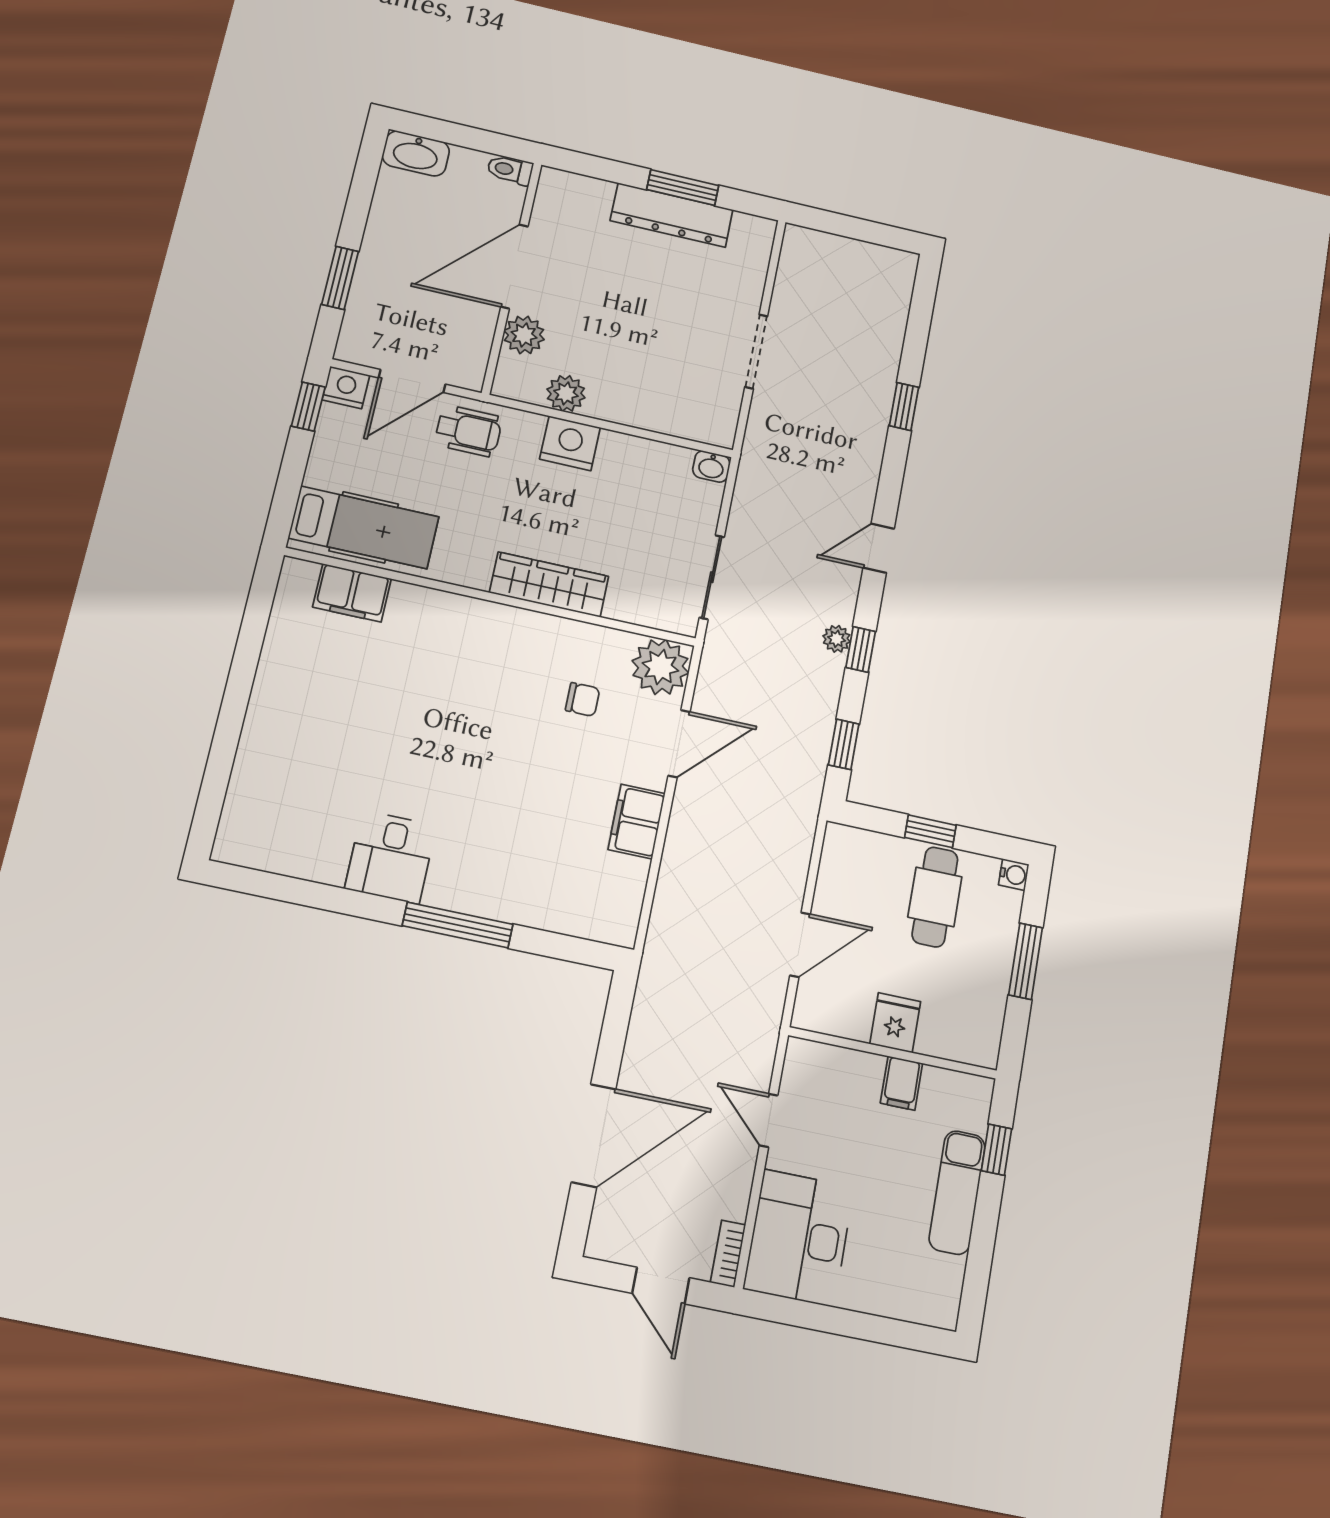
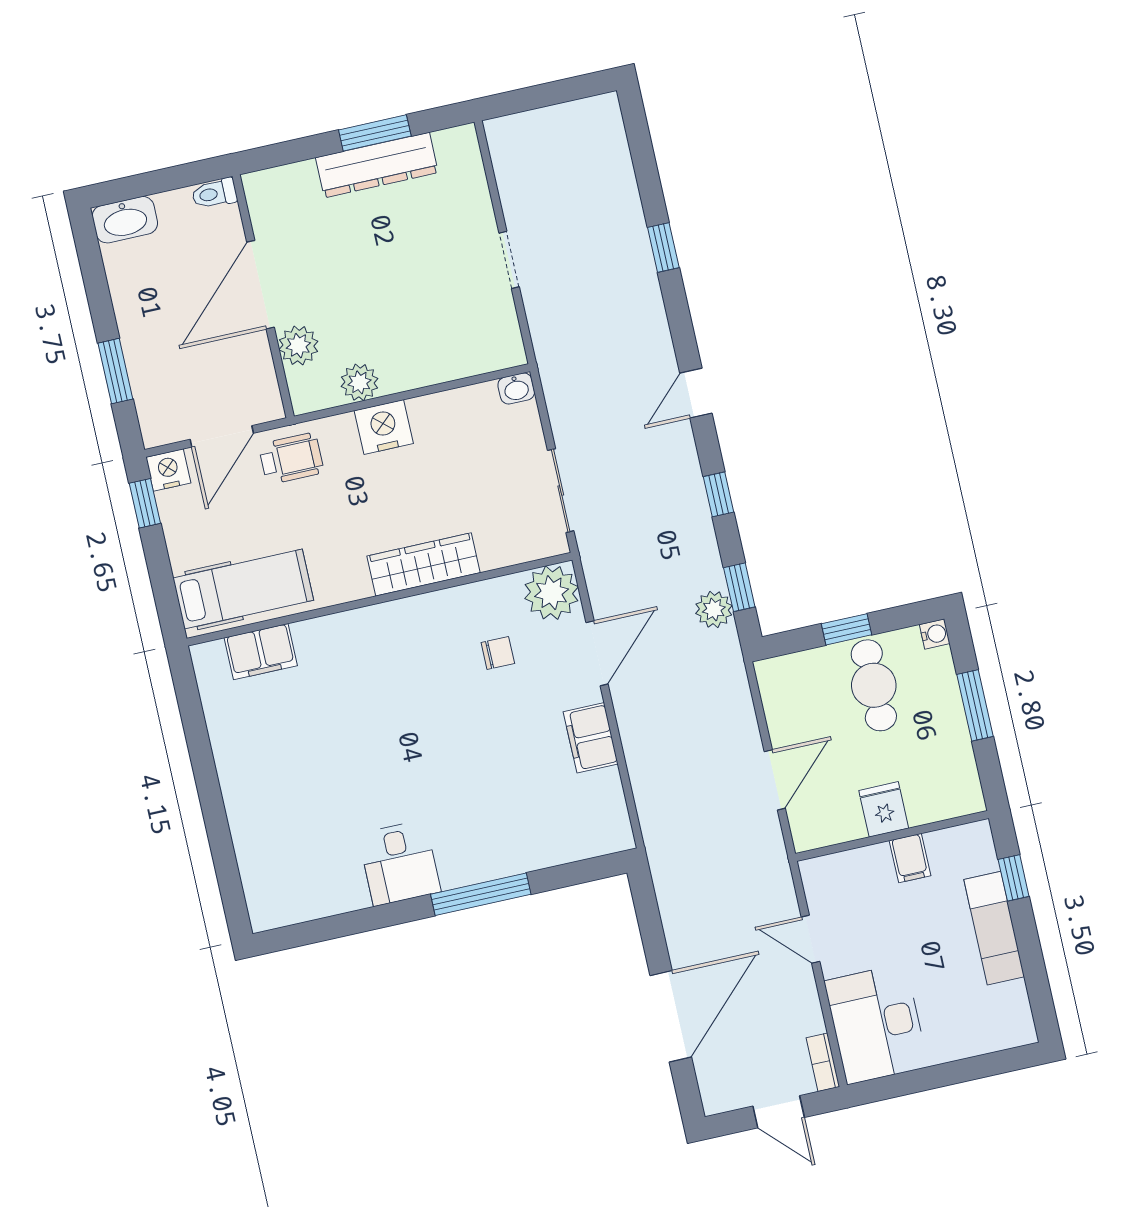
doorway: (756, 351) -> (509, 260), width x0.73
plant: (837, 639) -> (714, 609), moved, width x1.38, depth x1.38

